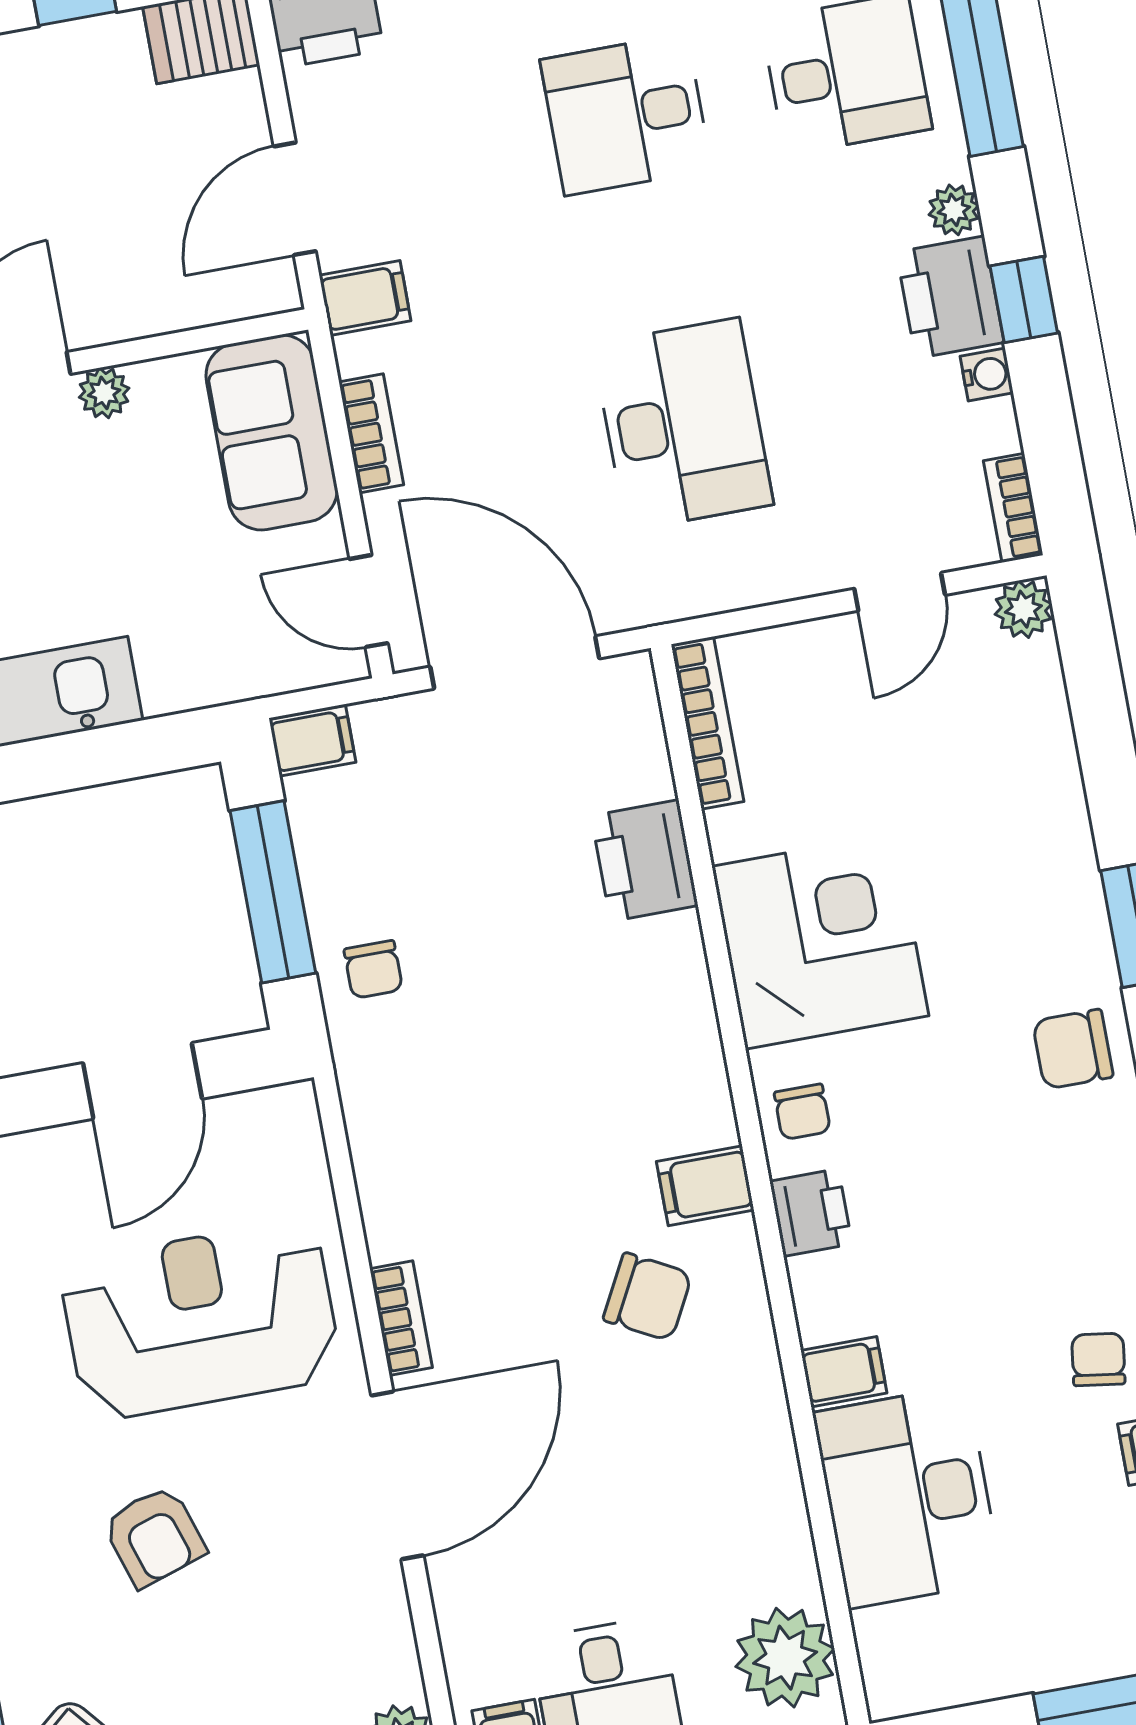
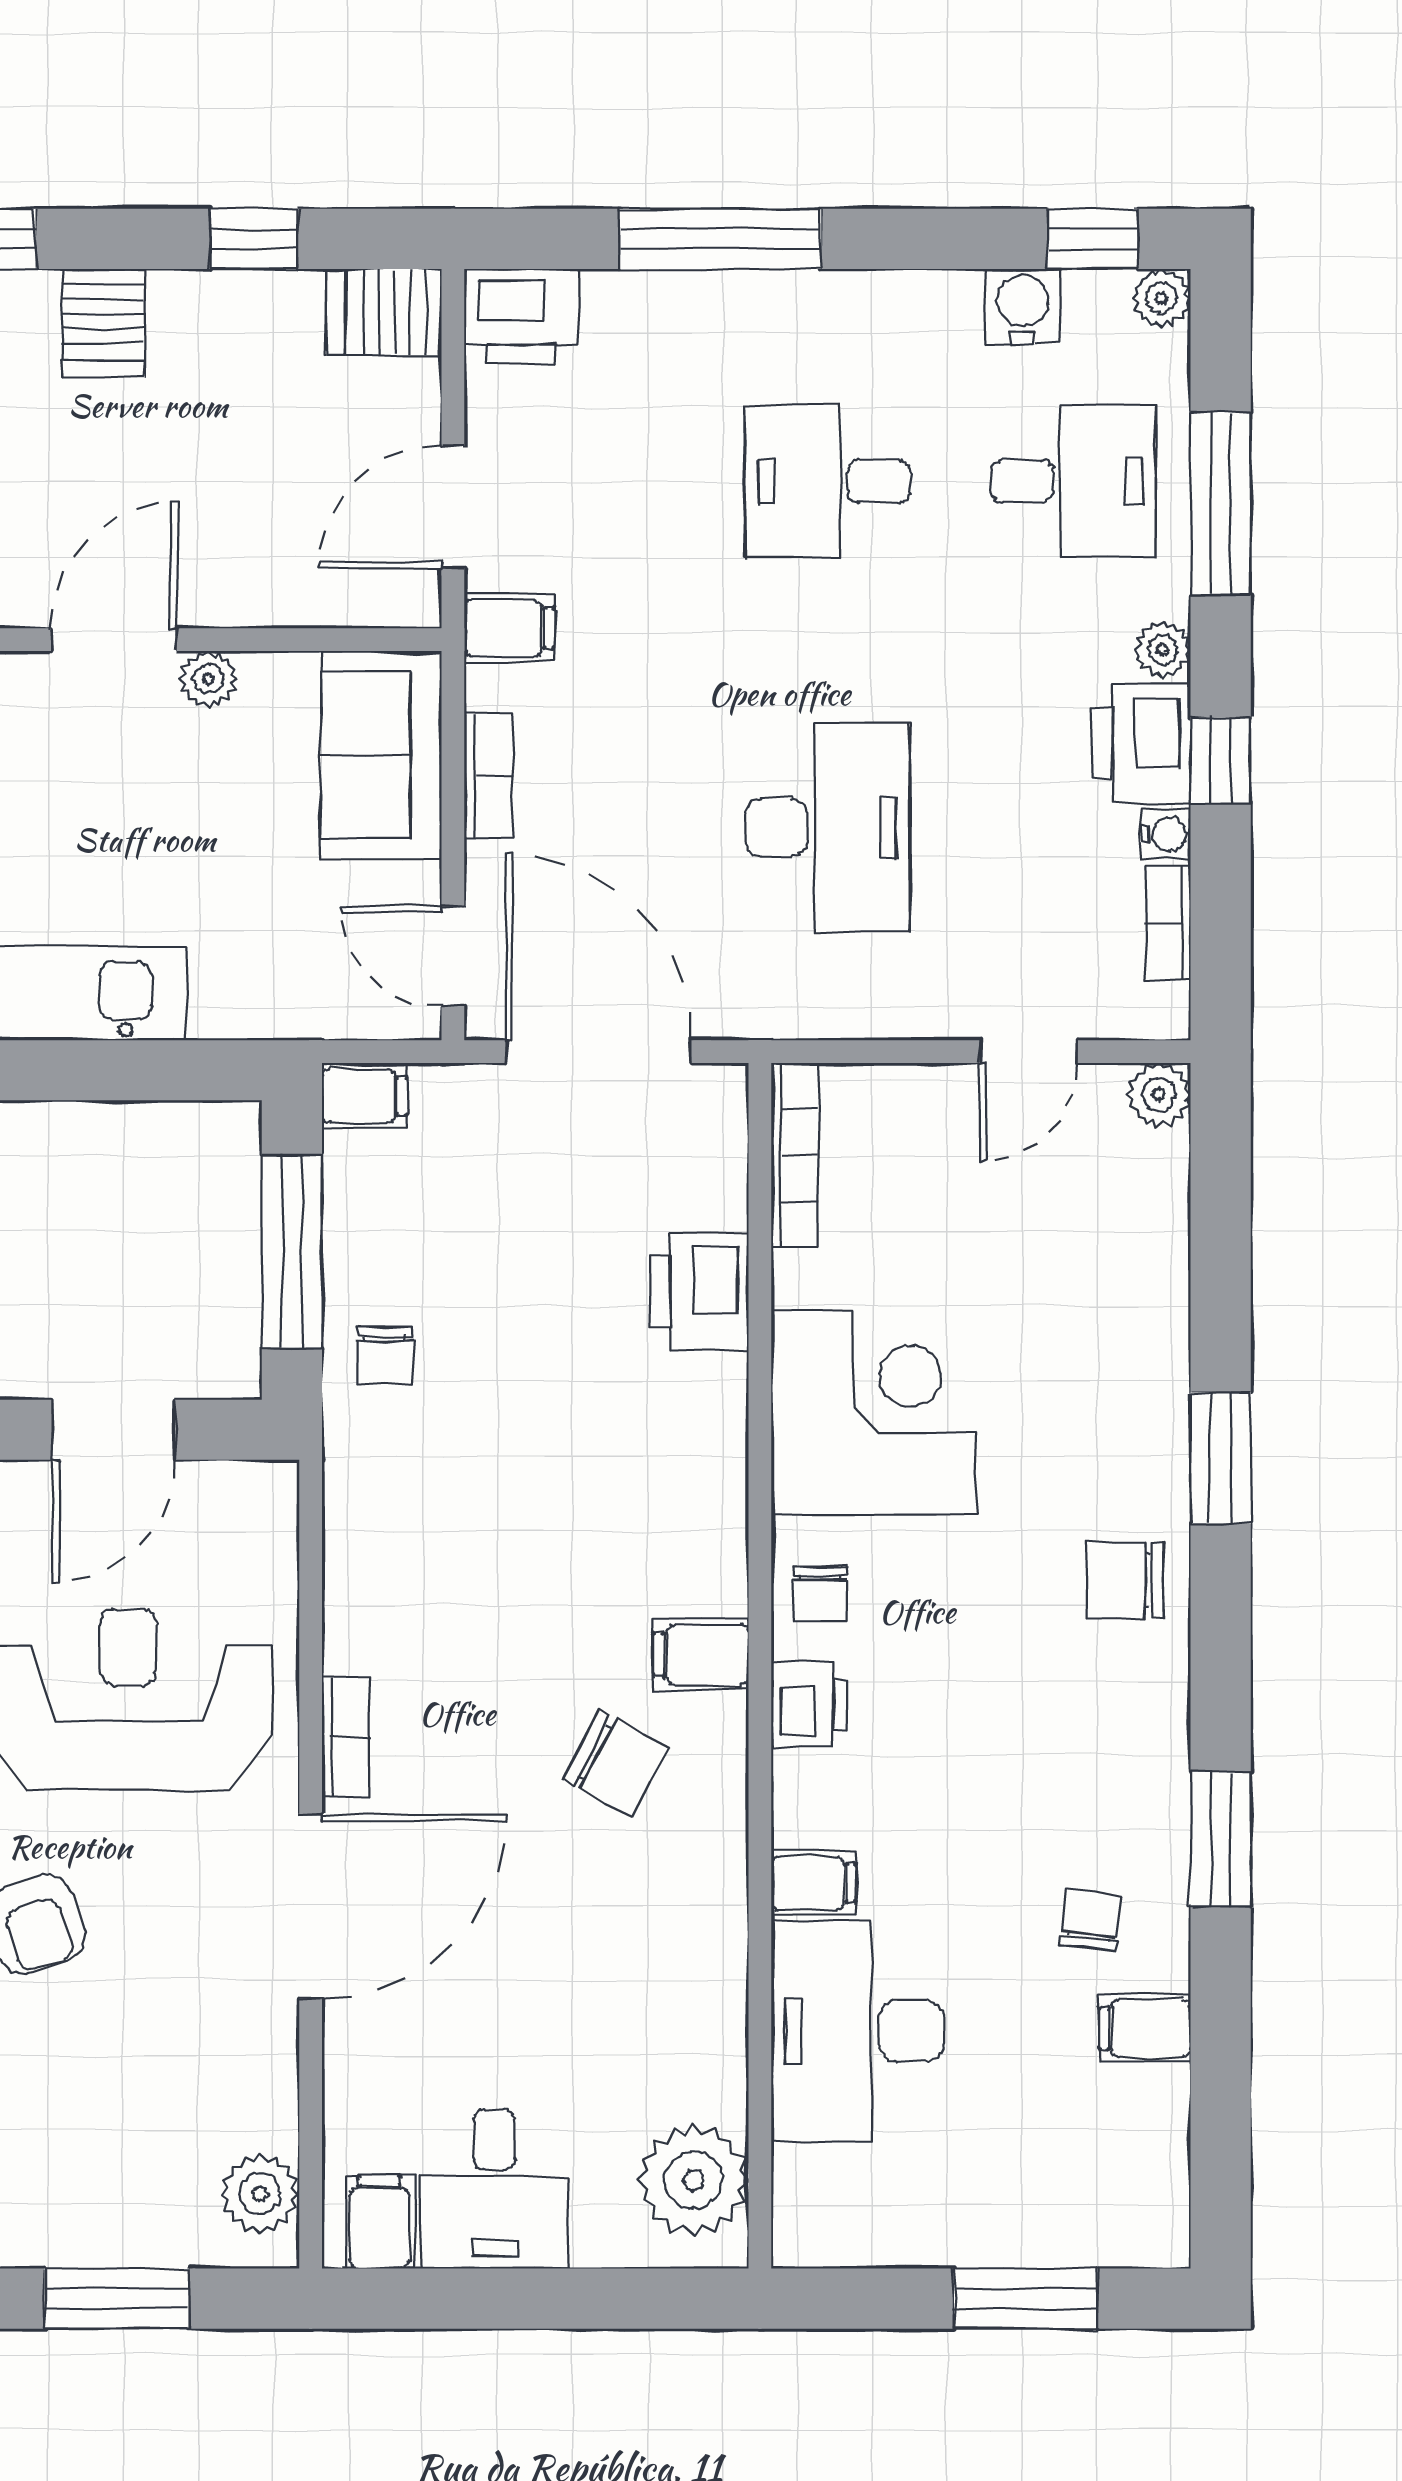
bookcase: (1013, 508) -> (1168, 922), moved

